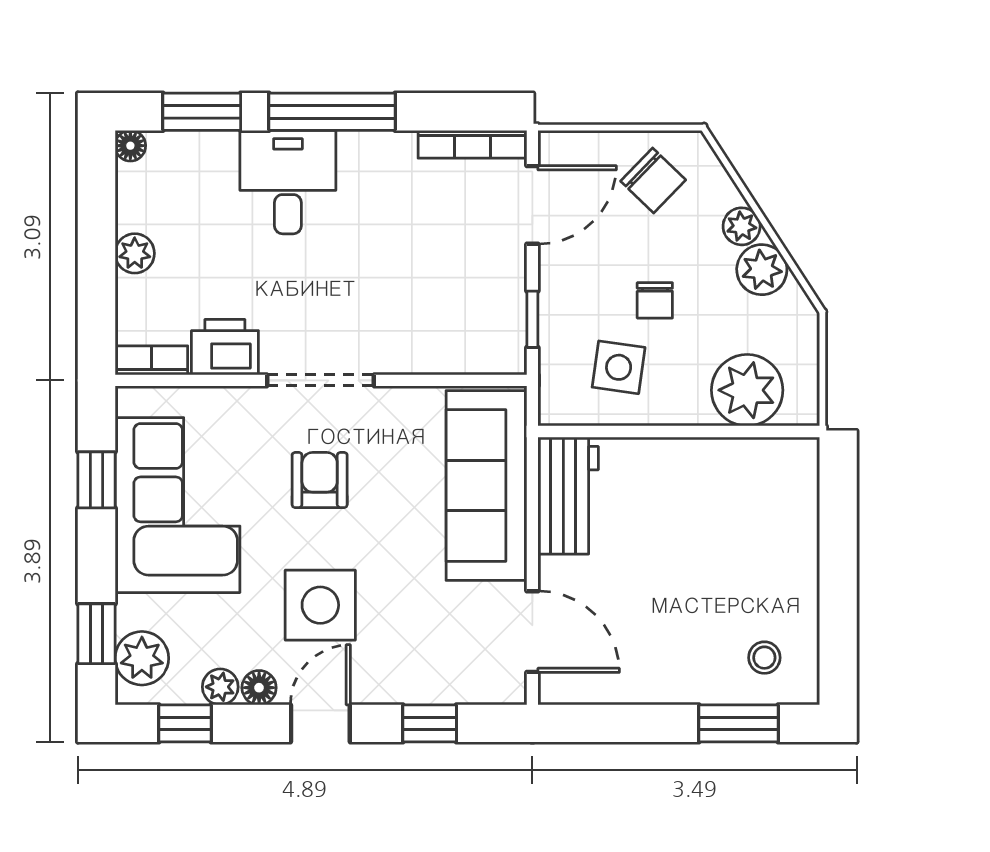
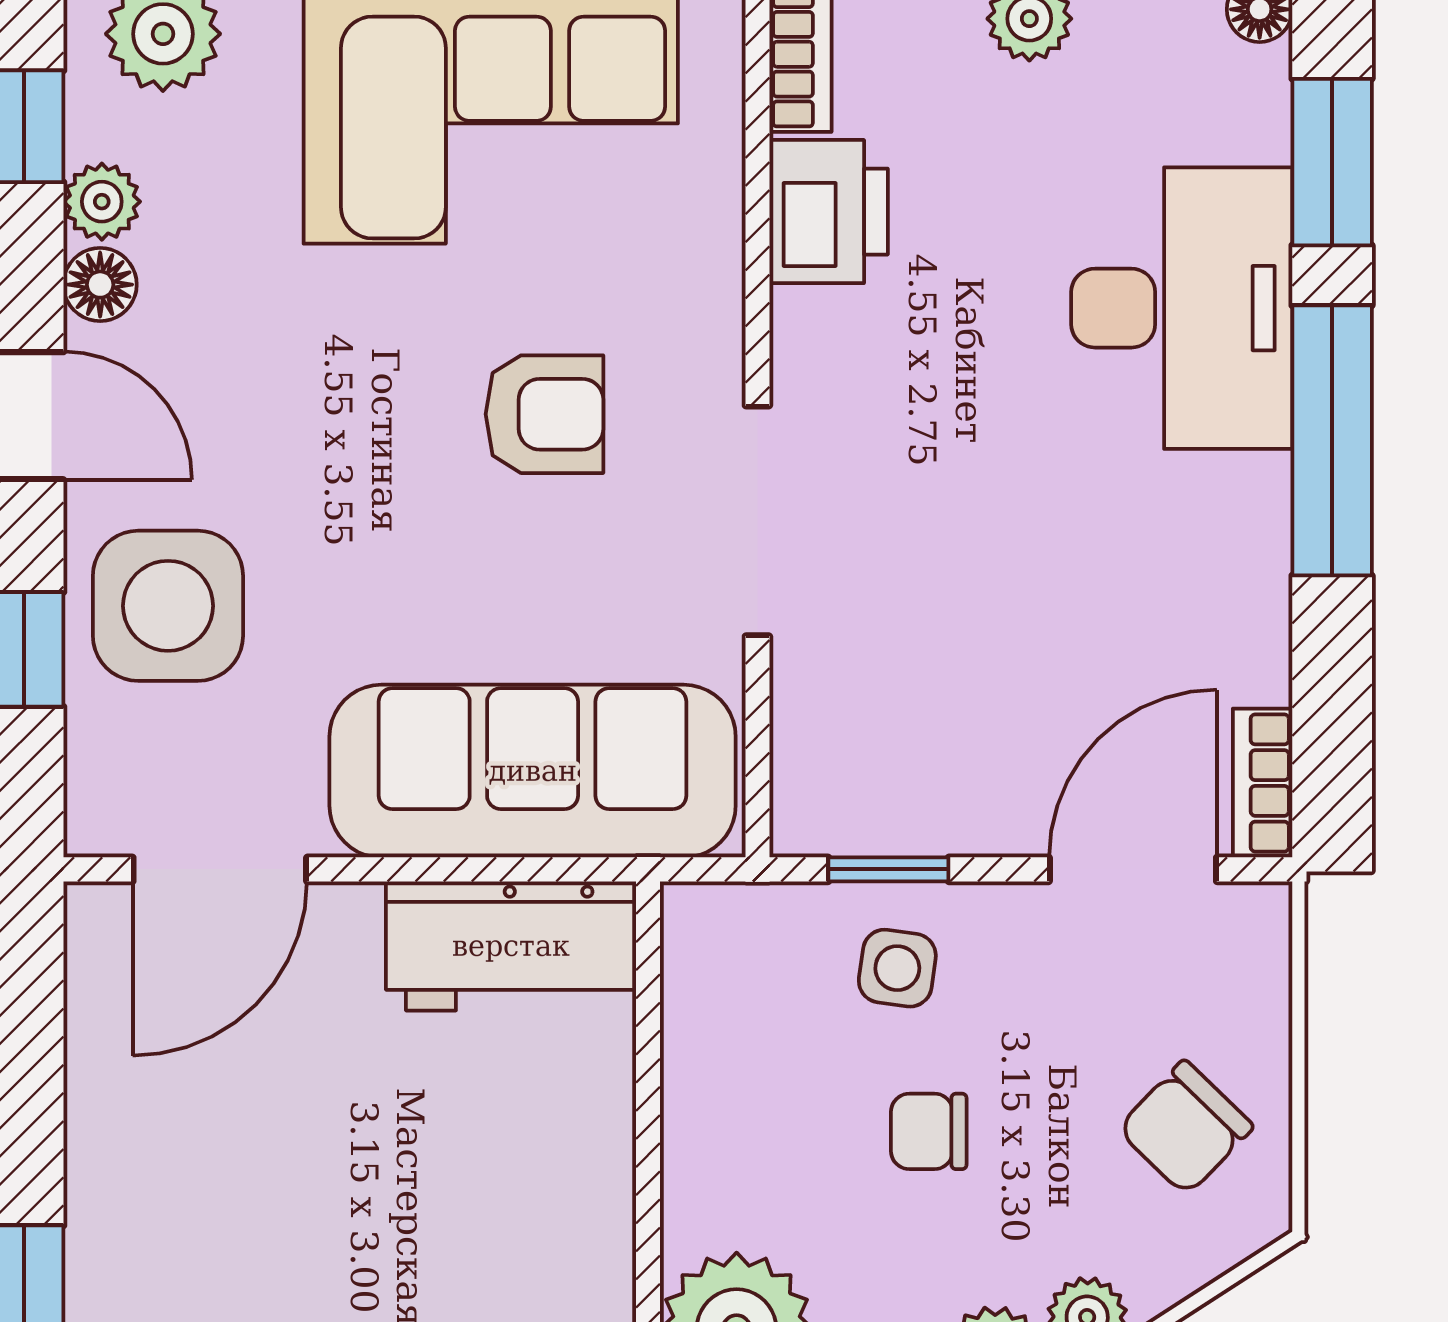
bookcase: (472, 144) -> (1263, 783), width x0.64
desk: (288, 182) -> (1182, 308), width x1.37
door: (532, 205) -> (1133, 869), swing flipped
side table: (619, 367) -> (897, 968), moved, width x0.73, depth x0.73
doorway: (321, 380) -> (757, 521), moved
side table: (320, 605) -> (168, 606), moved

